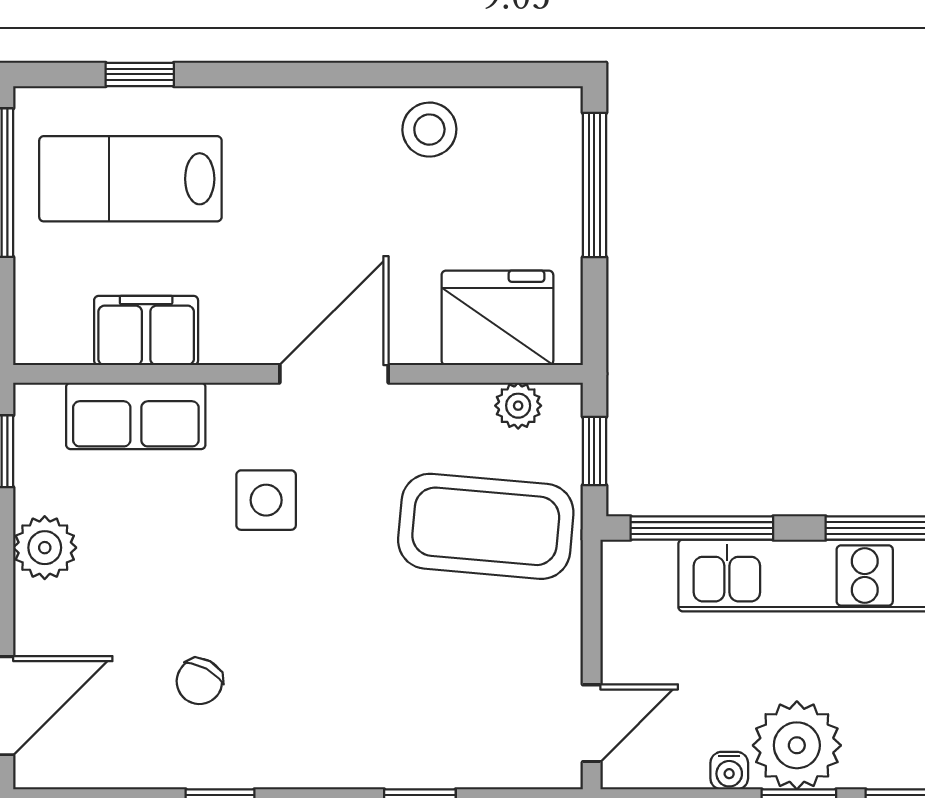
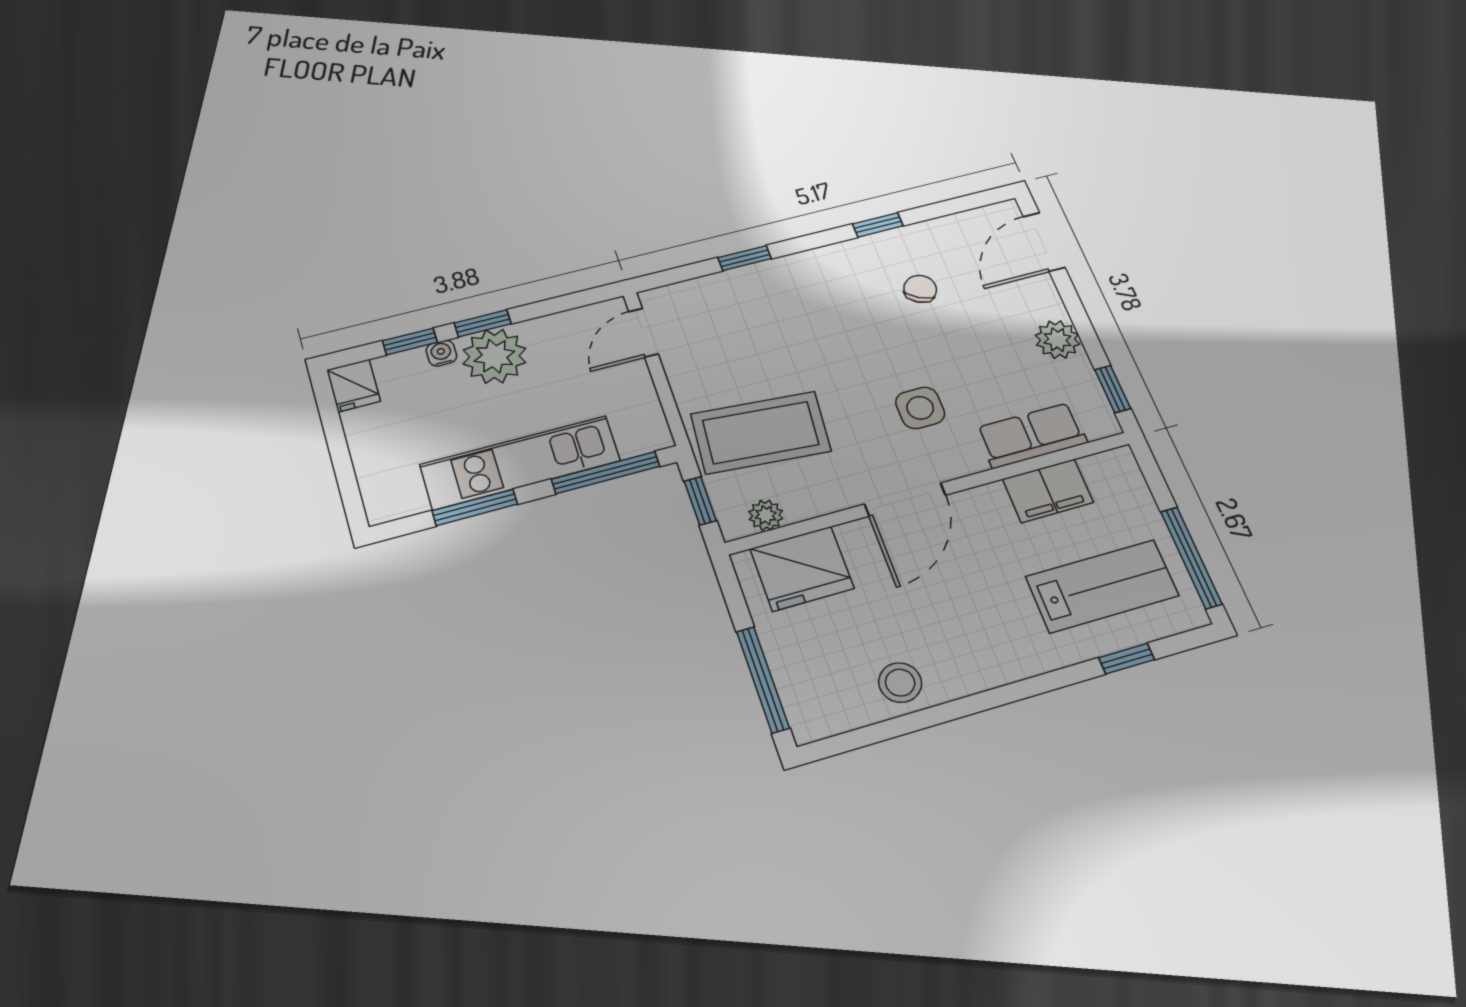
water cooler: (729, 771) -> (441, 353), moved

